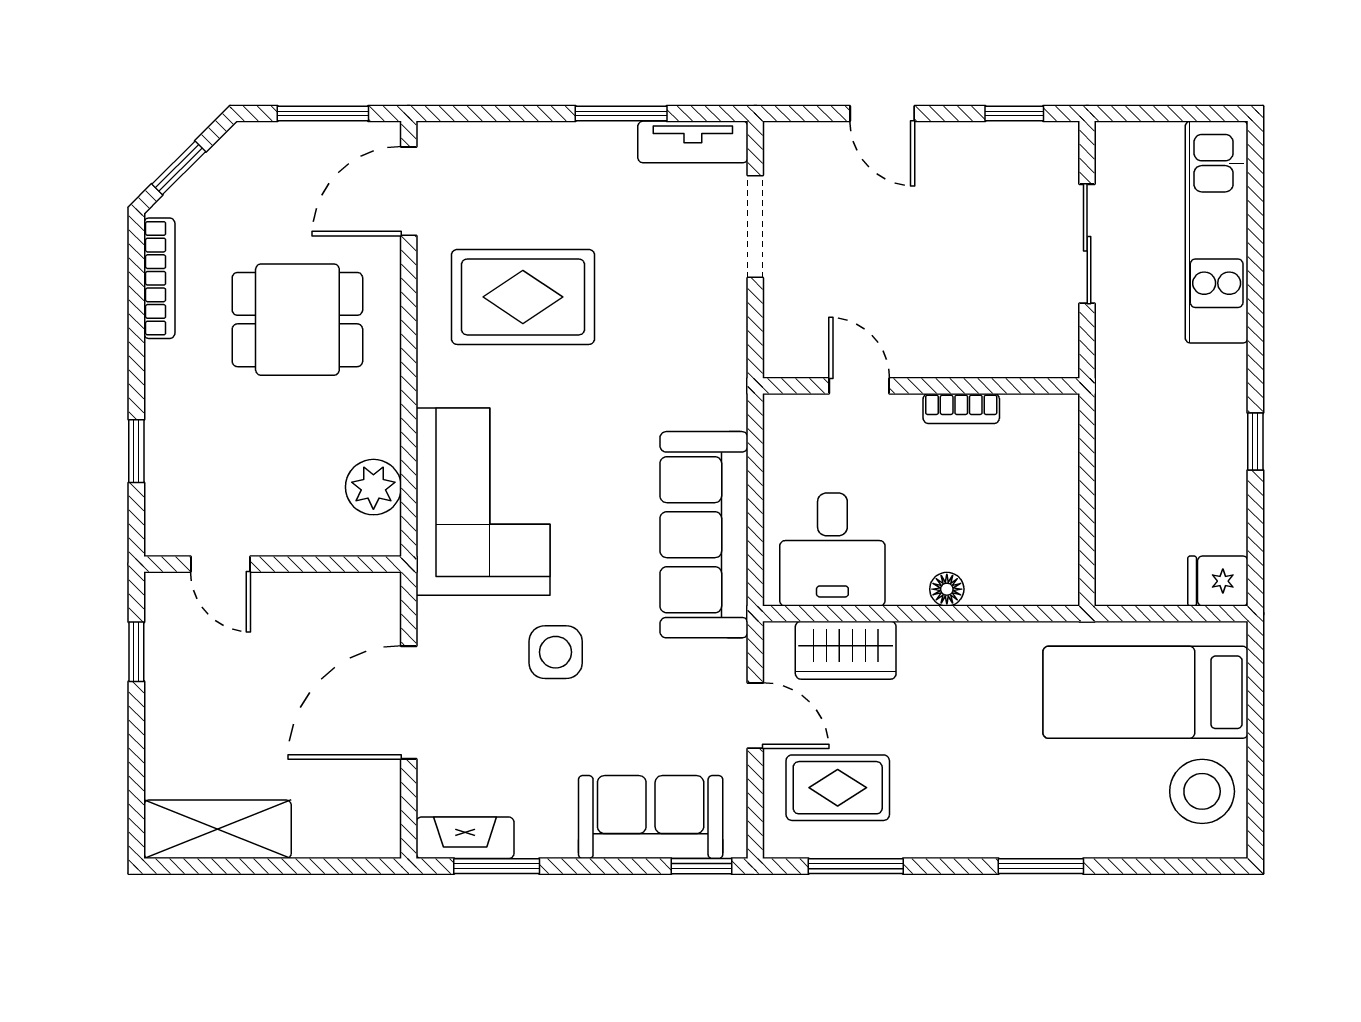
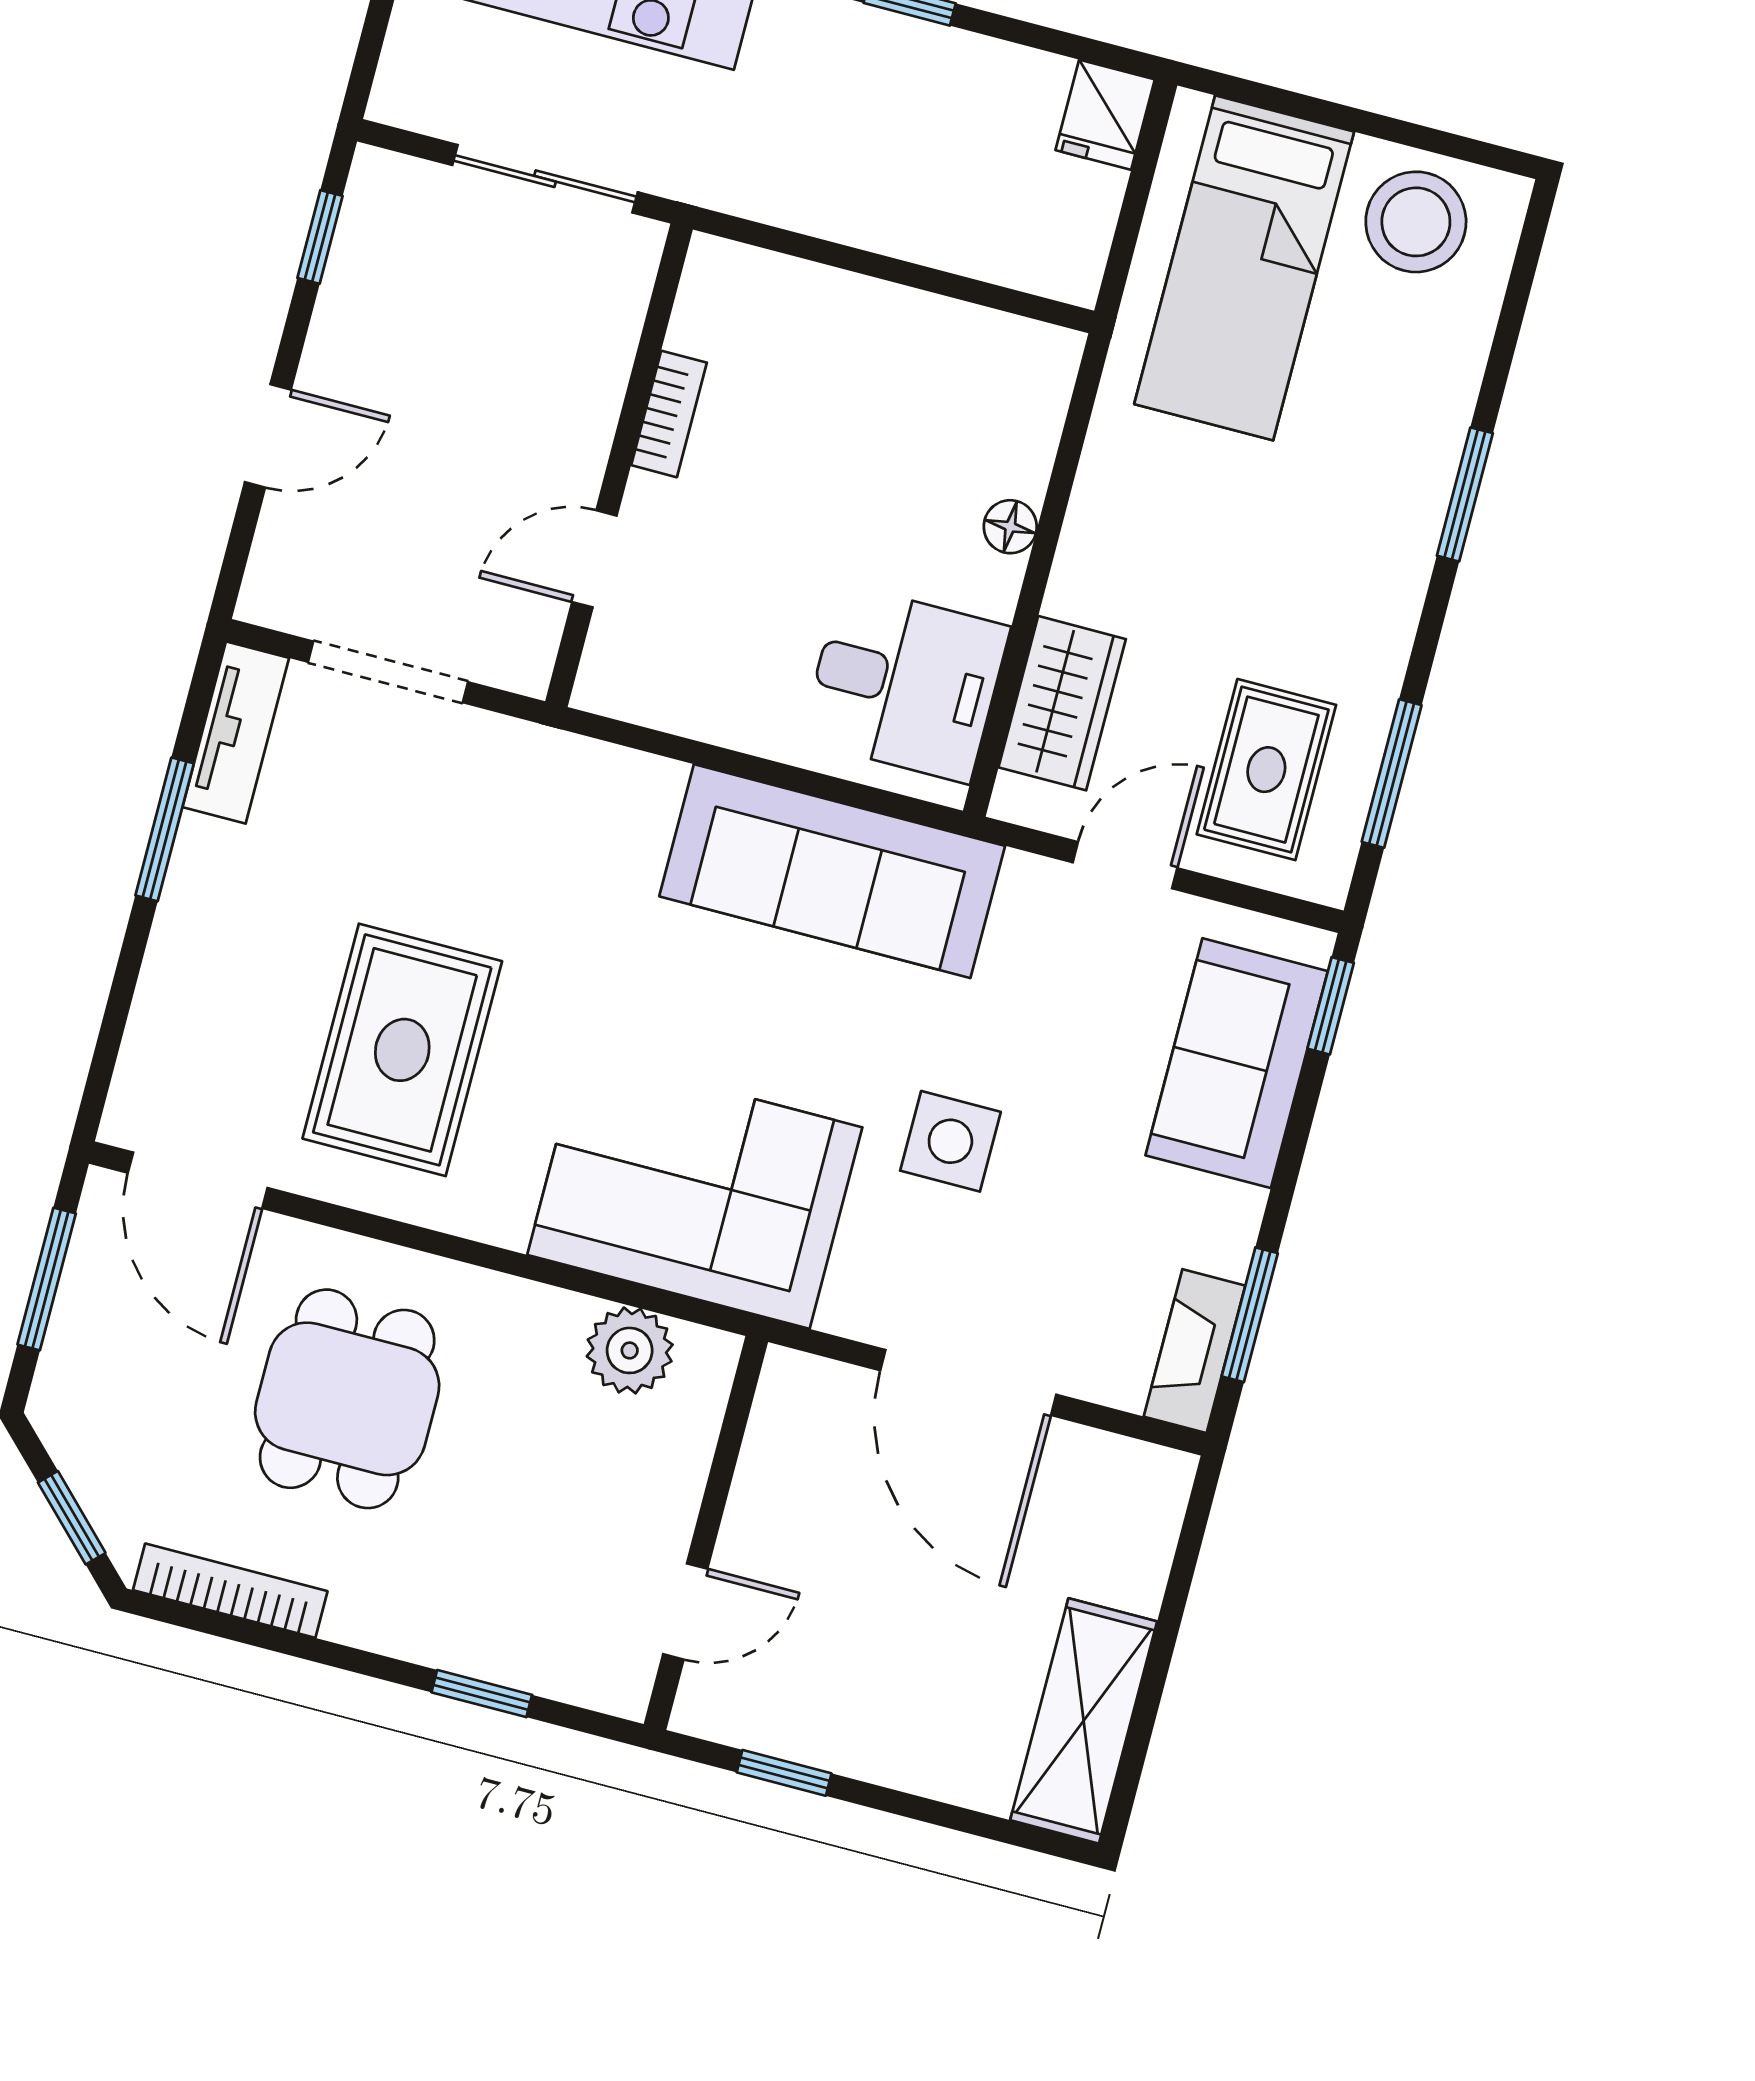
door: (859, 386) -> (594, 559), moved
wall: (921, 386) -> (619, 465), moved
bookcase: (961, 408) -> (669, 414), moved

